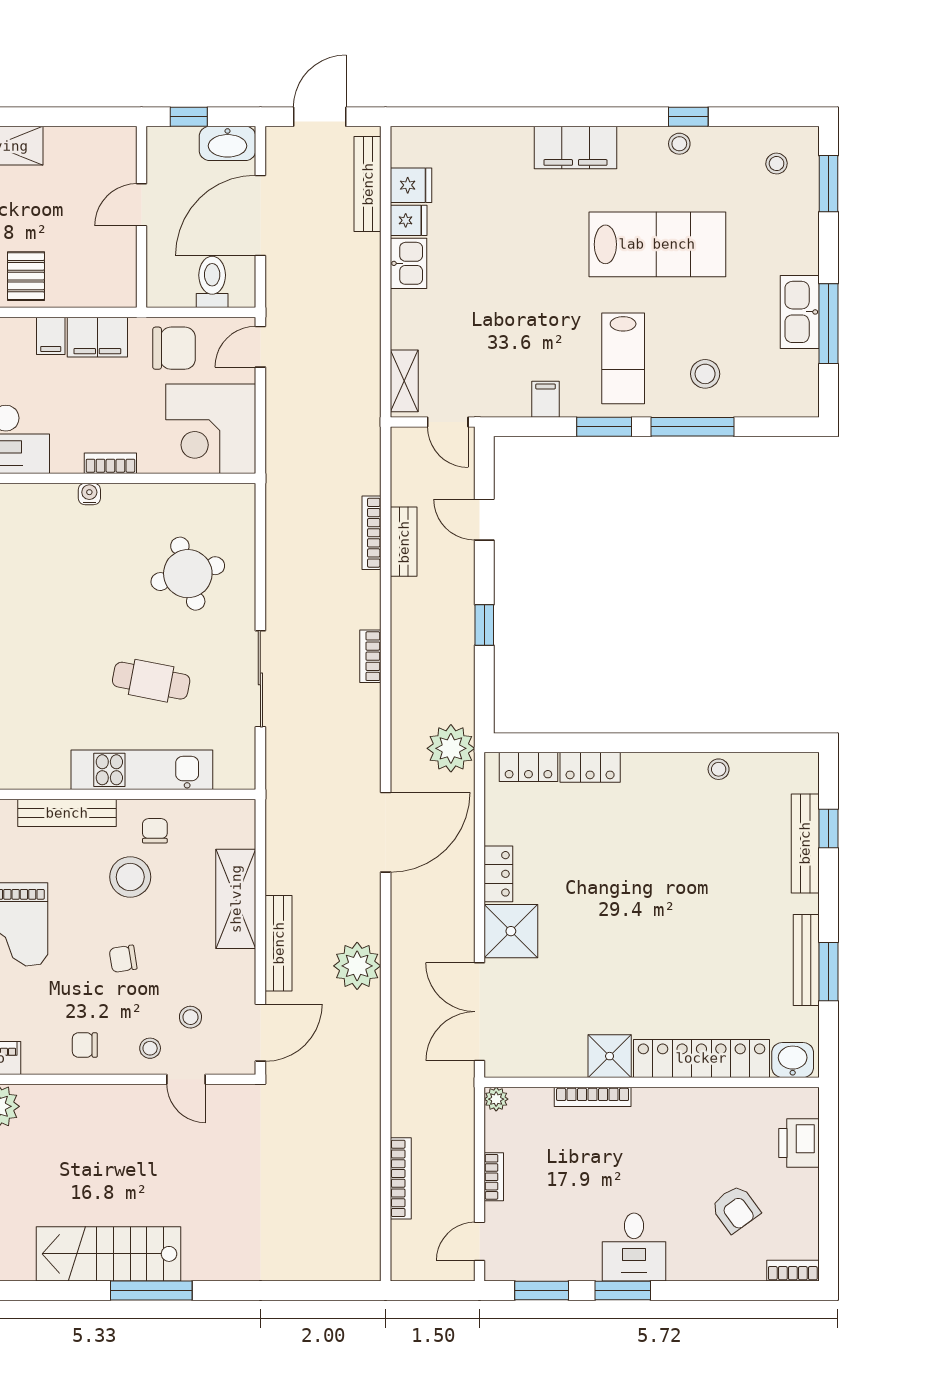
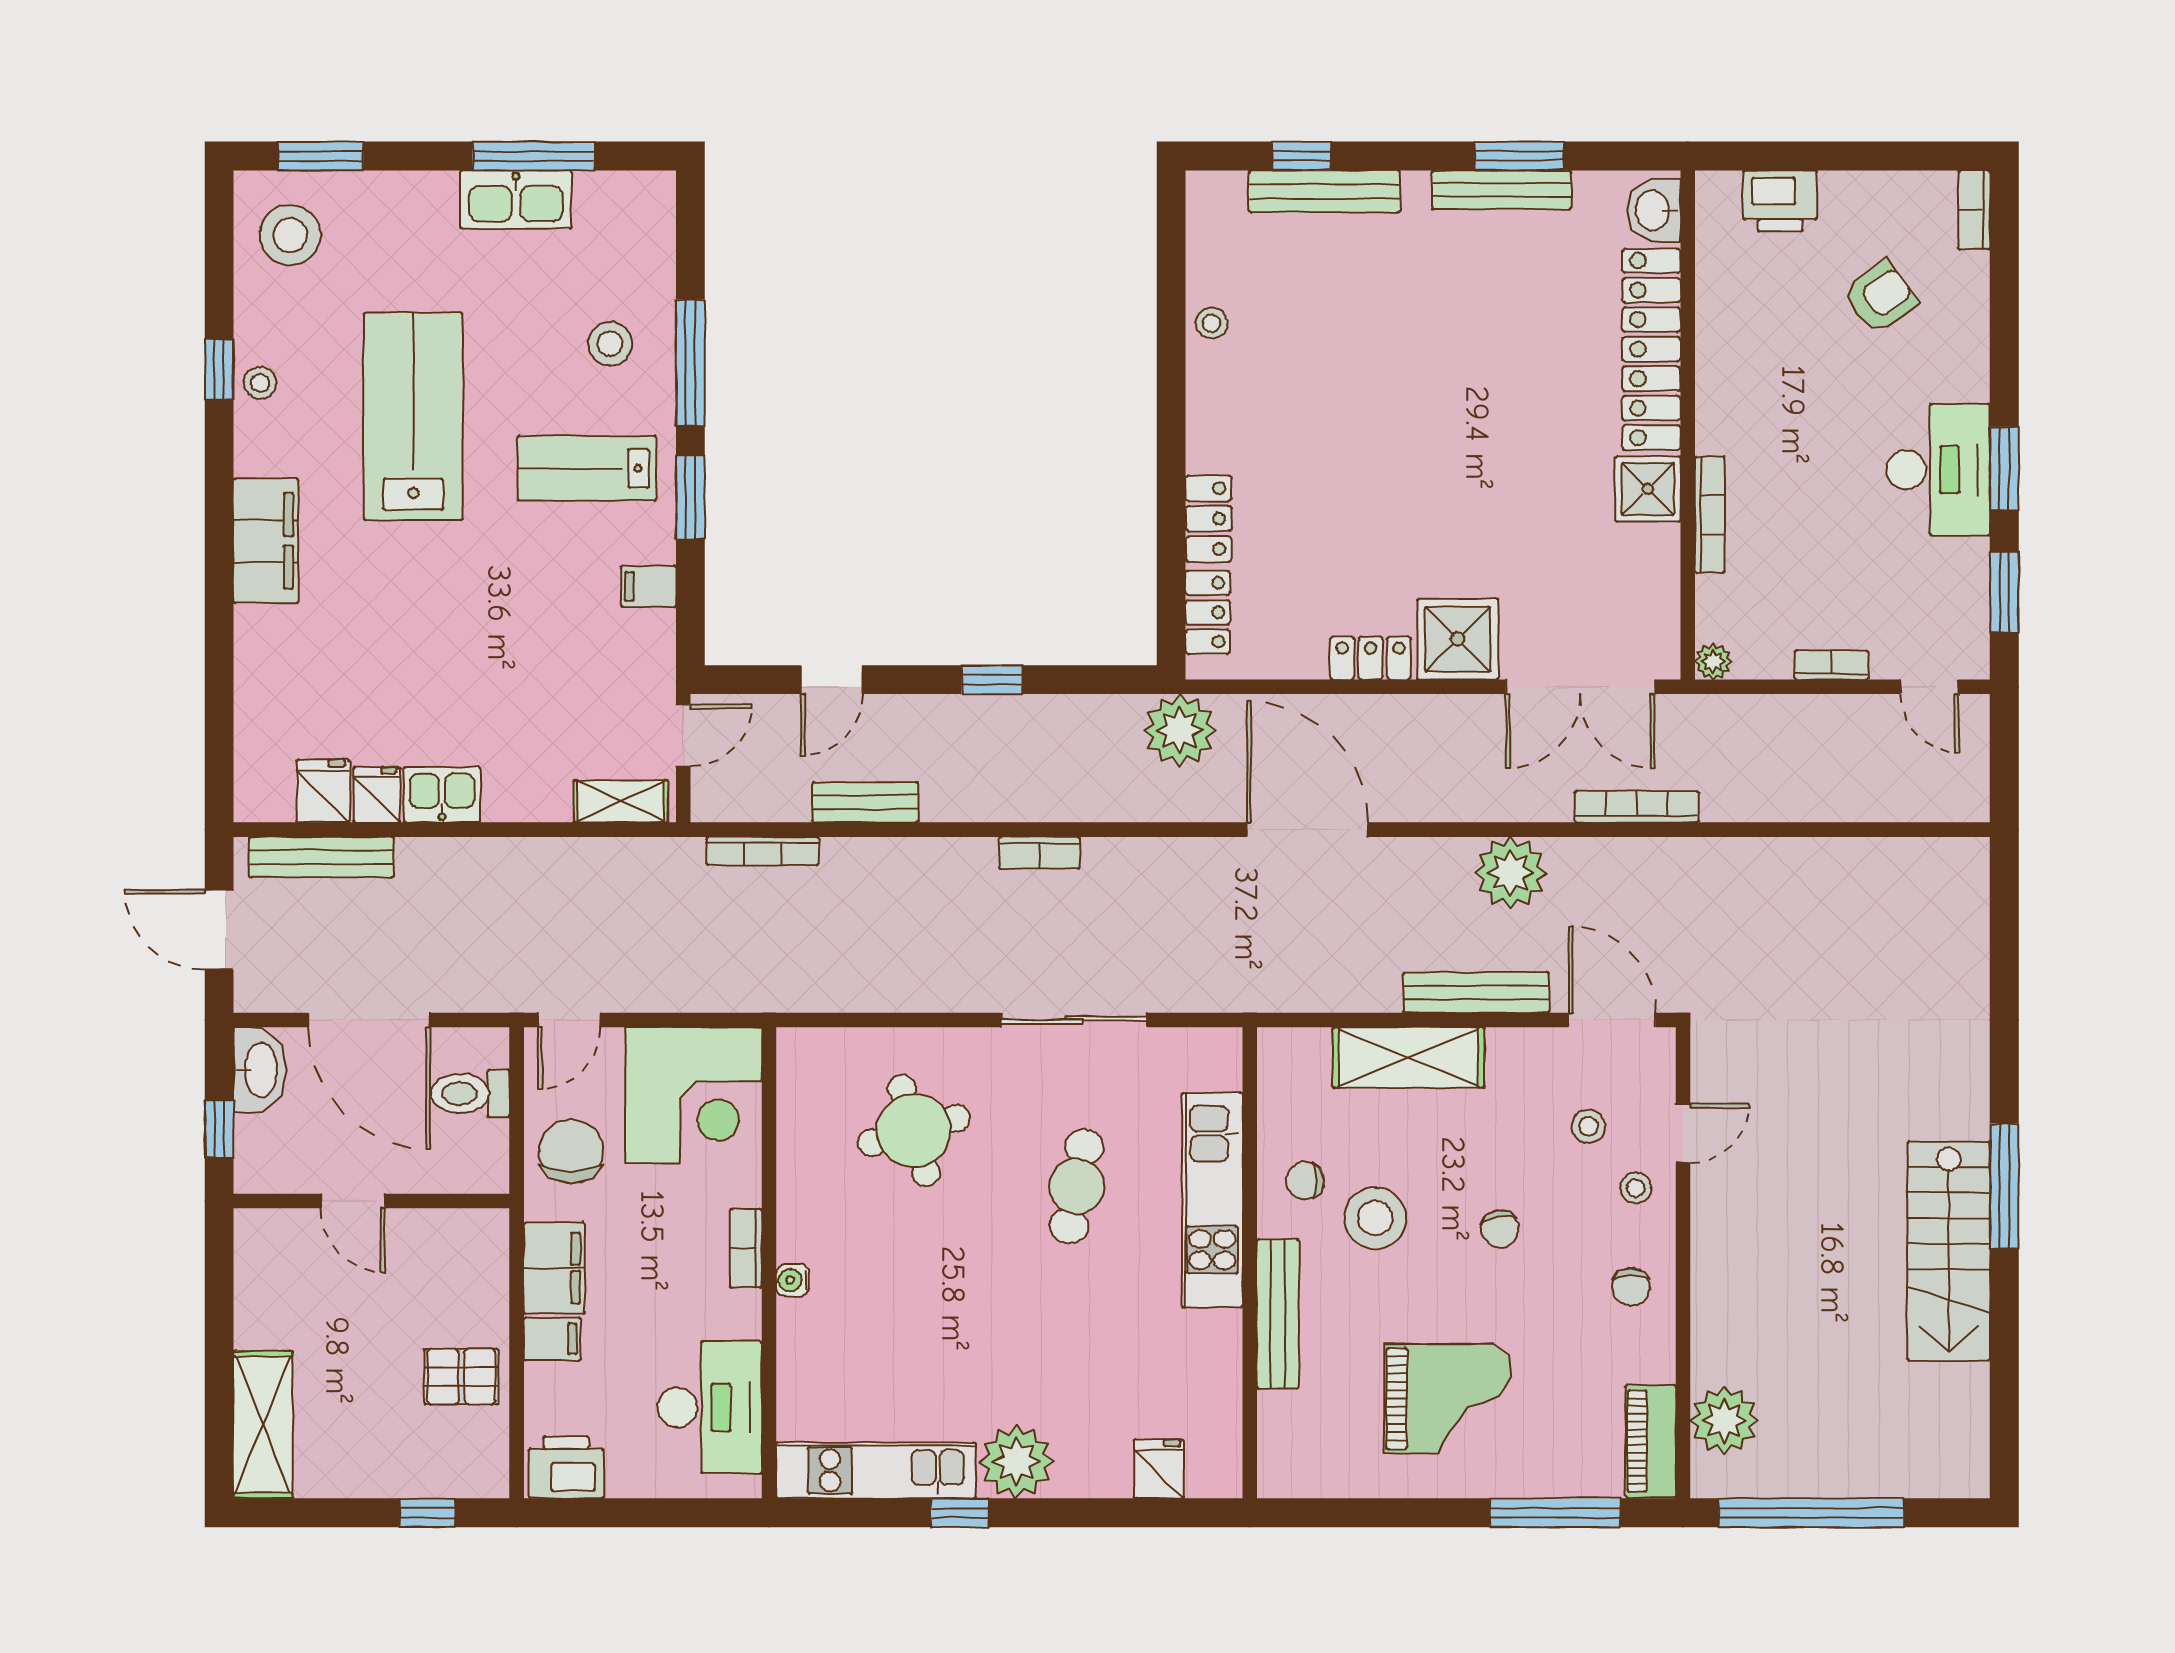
stool: (777, 164) -> (290, 235), width x1.89, depth x1.89
door: (260, 347) -> (569, 1020), hinge flipped
lab bench: (623, 358) -> (587, 468), turned 180
bookcase: (371, 533) -> (762, 851), moved
bookcase: (401, 1178) -> (1637, 807), moved
desk: (634, 1247) -> (1938, 470), width x1.37

